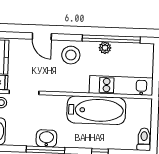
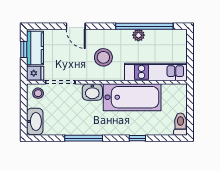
stool: (71, 55) -> (103, 57), moved
washbasin: (46, 138) -> (92, 92), moved, turned 180

